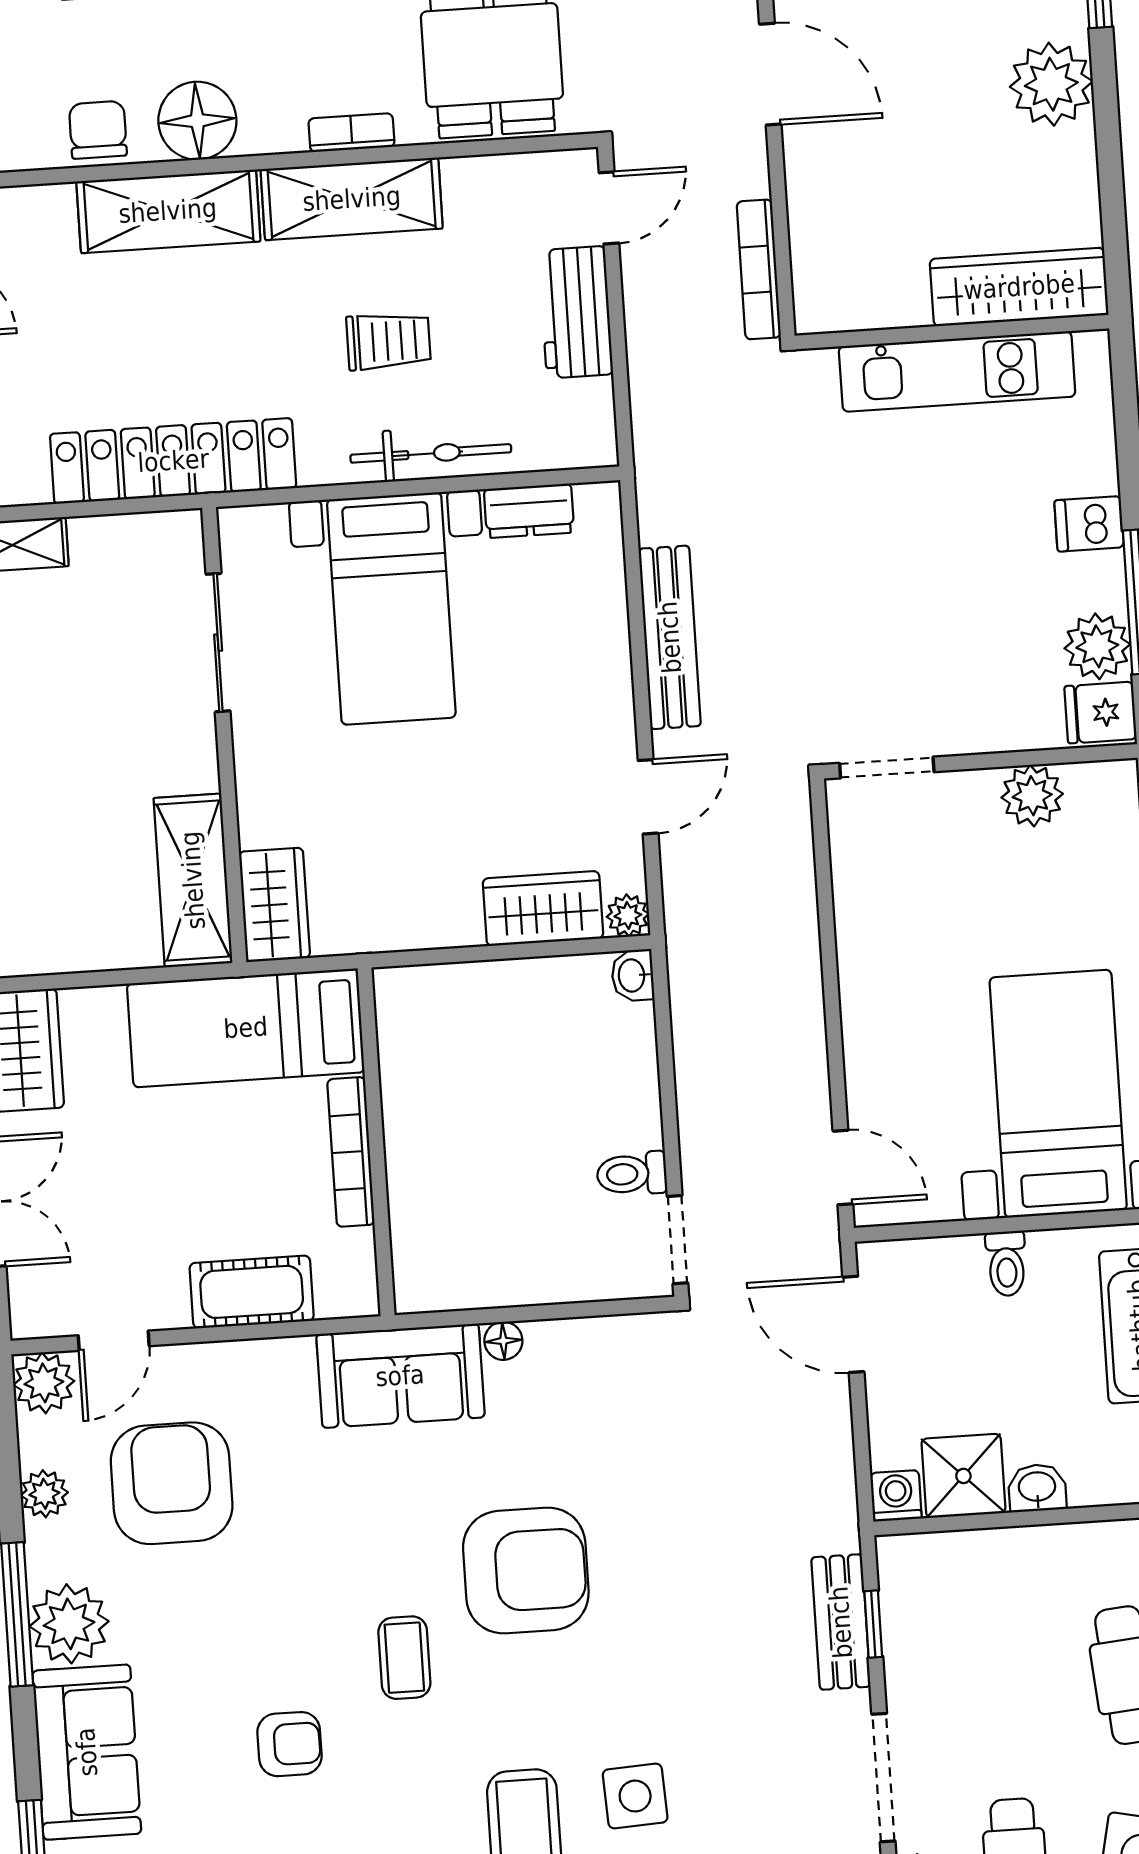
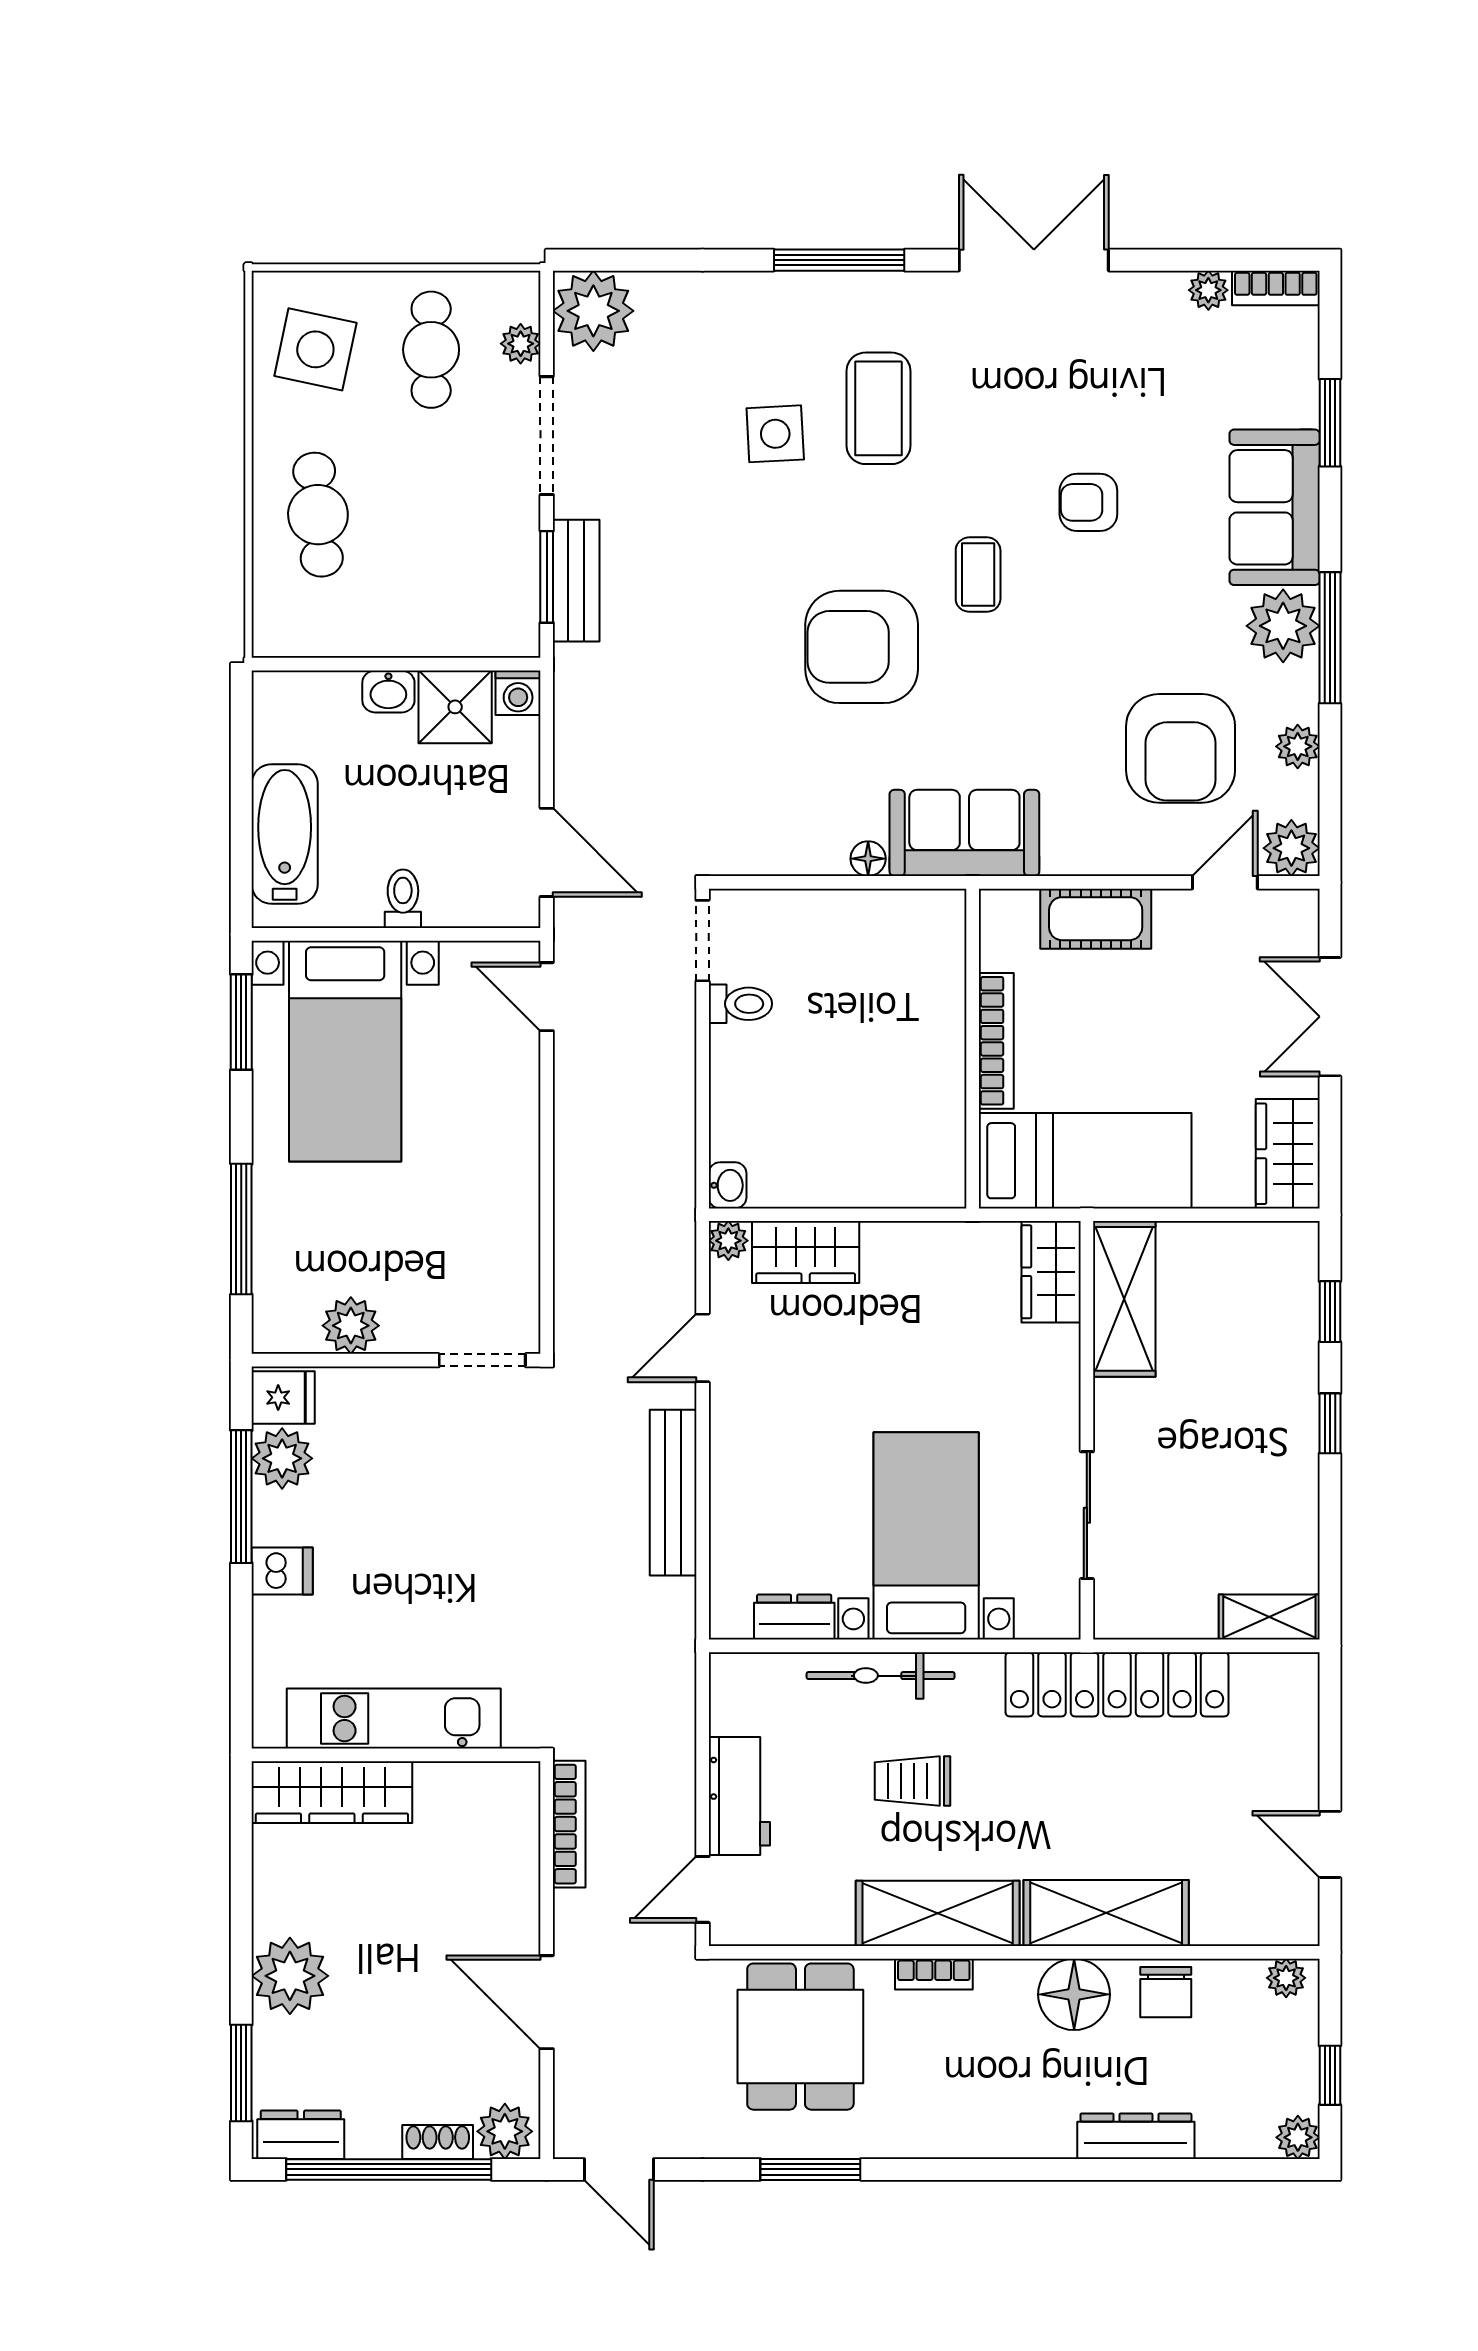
window: (873, 1624) -> (547, 577), width x1.50

